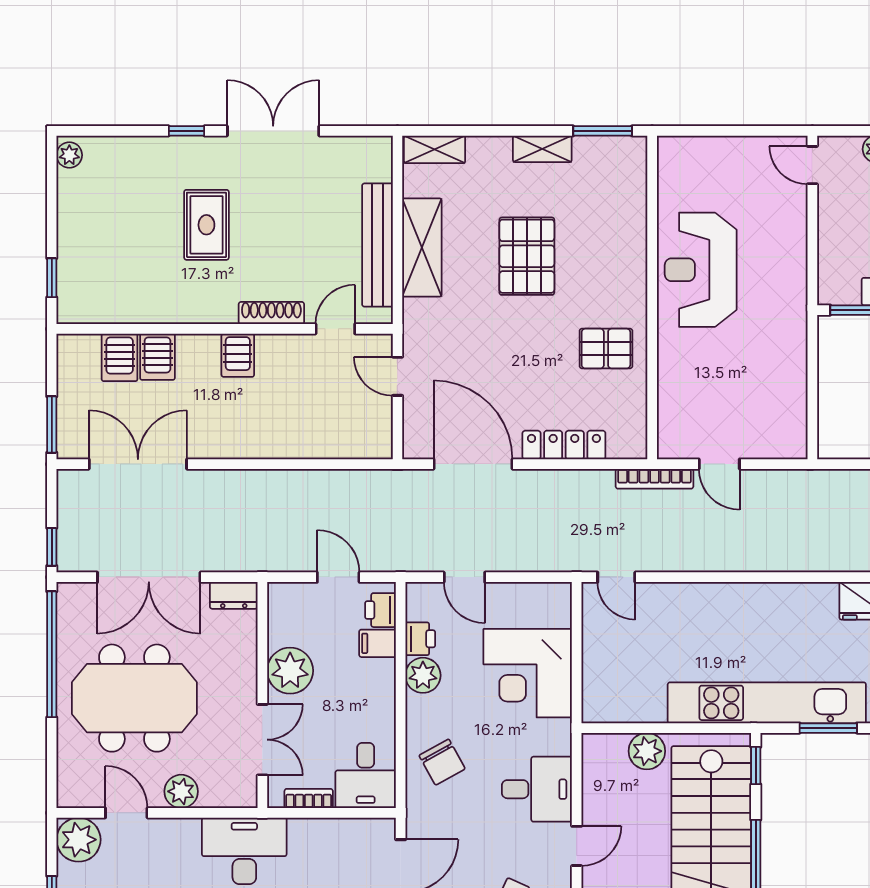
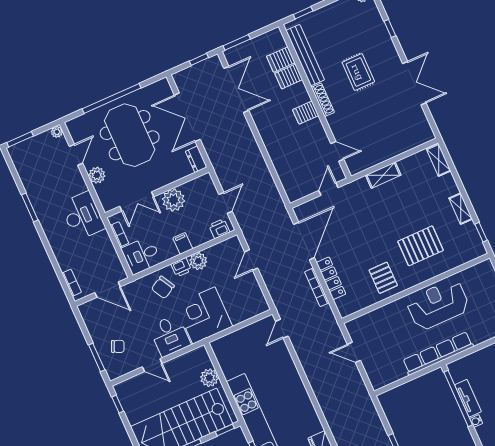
window: (186, 131) -> (390, 28), moved
window: (603, 131) -> (481, 232), width x0.67
rug: (206, 225) -> (358, 72), turned 90
bench: (377, 245) -> (305, 55), moved, turned 90
shelving: (422, 247) -> (383, 175), width x0.67, depth x0.75
pallet: (527, 256) -> (420, 246), moved
row of seats: (791, 310) -> (438, 353), added
shoe rack: (271, 313) -> (323, 100), moved
door: (719, 464) -> (354, 352), hinge flipped
bookcase: (654, 479) -> (317, 287), moved
window: (52, 547) -> (199, 59), moved
printer: (420, 639) -> (181, 267), moved
filing cabinet: (378, 643) -> (183, 243), moved
window: (52, 654) -> (112, 98), moved
corner desk: (528, 673) -> (204, 315), moved
plant: (79, 840) -> (57, 132), width x0.53, depth x0.53

